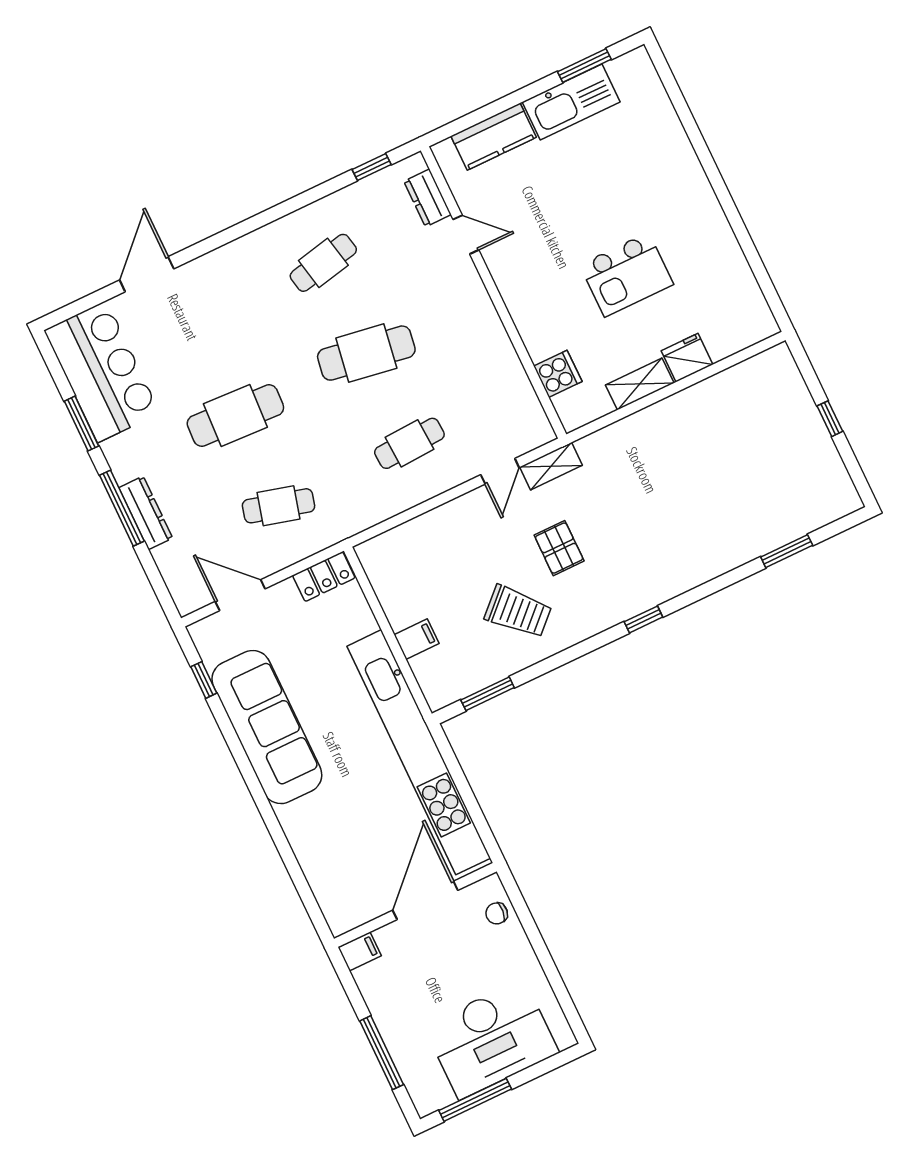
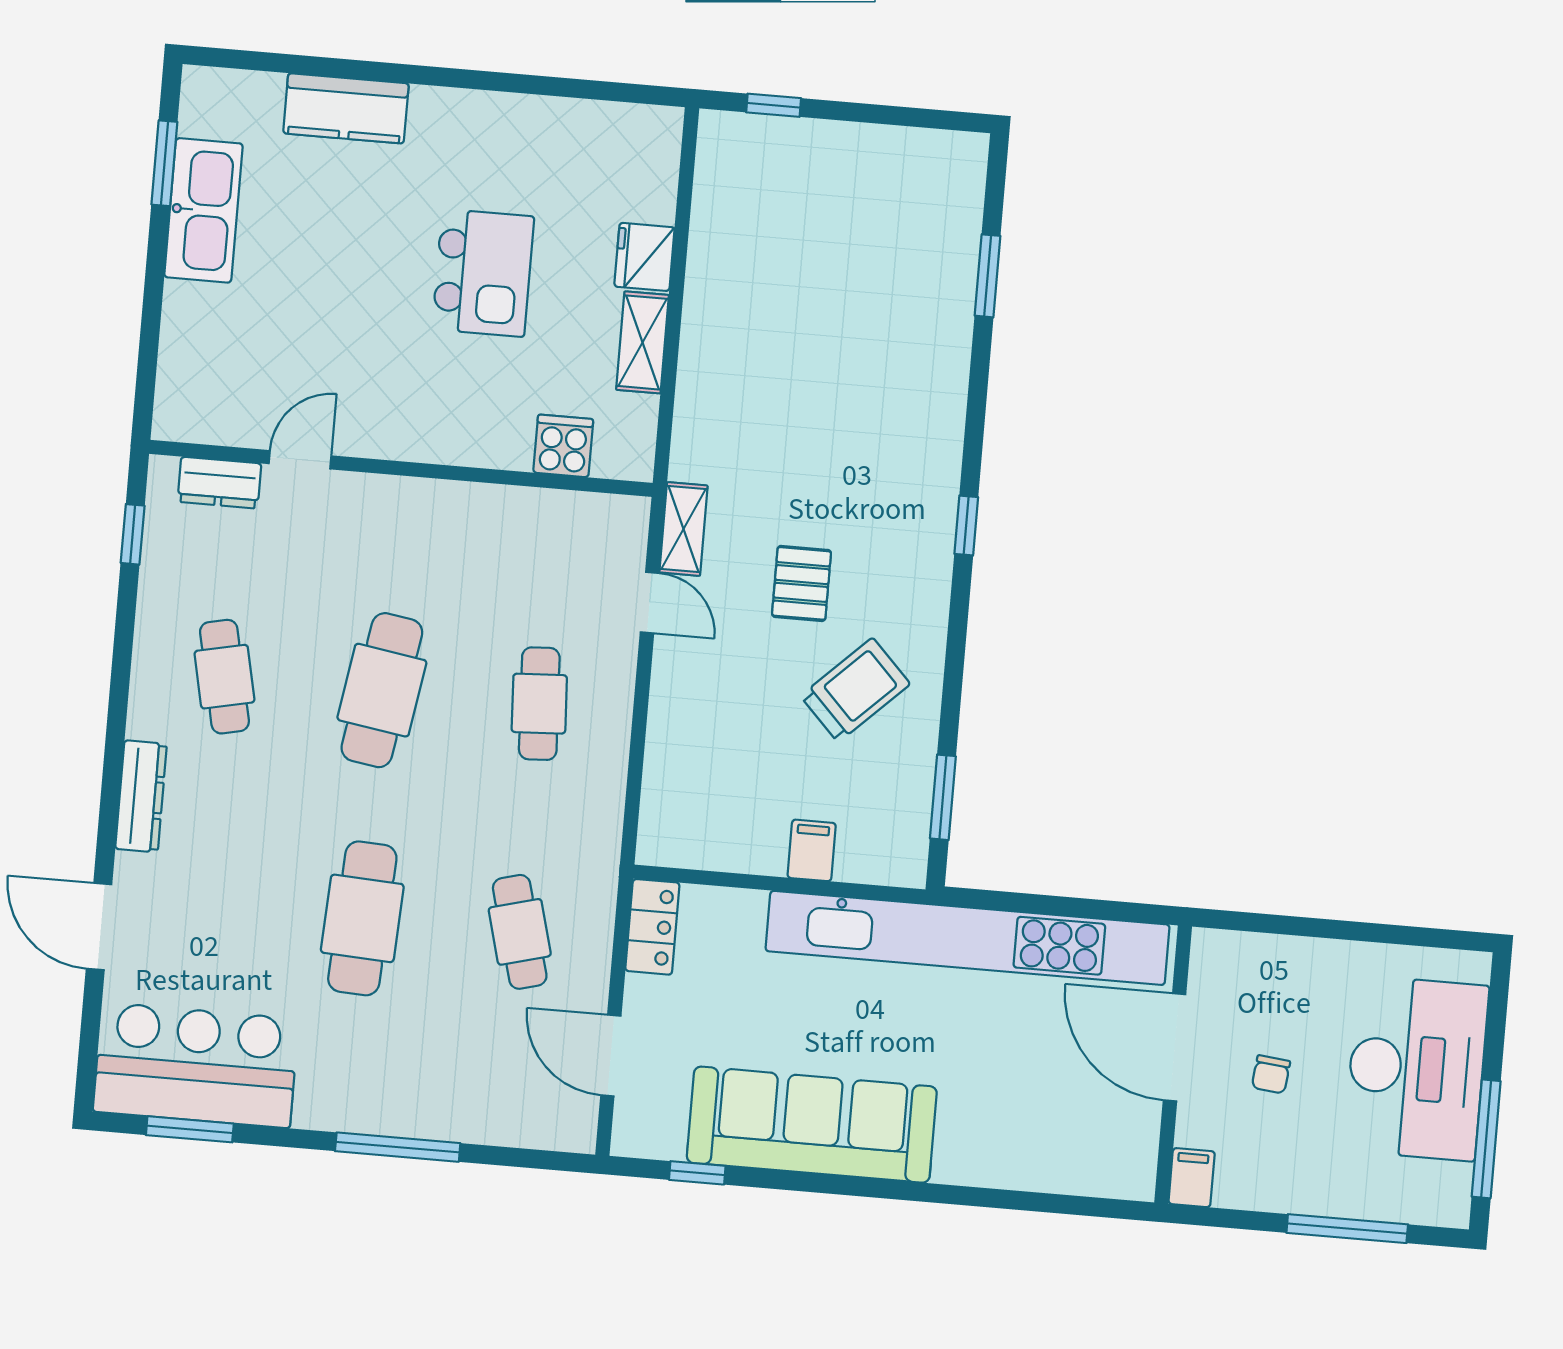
kitchen counter: (494, 137) -> (346, 108), moved, turned 90
window: (830, 419) -> (774, 105), moved
window: (82, 424) -> (190, 1129), moved
cafe table: (279, 506) -> (520, 932), turned -30
dresser: (146, 513) -> (141, 796), moved, turned 90
pallet: (559, 548) -> (802, 583), turned 90
door: (240, 595) -> (611, 1055), hinge flipped
chair: (497, 913) -> (1271, 1074), moved

